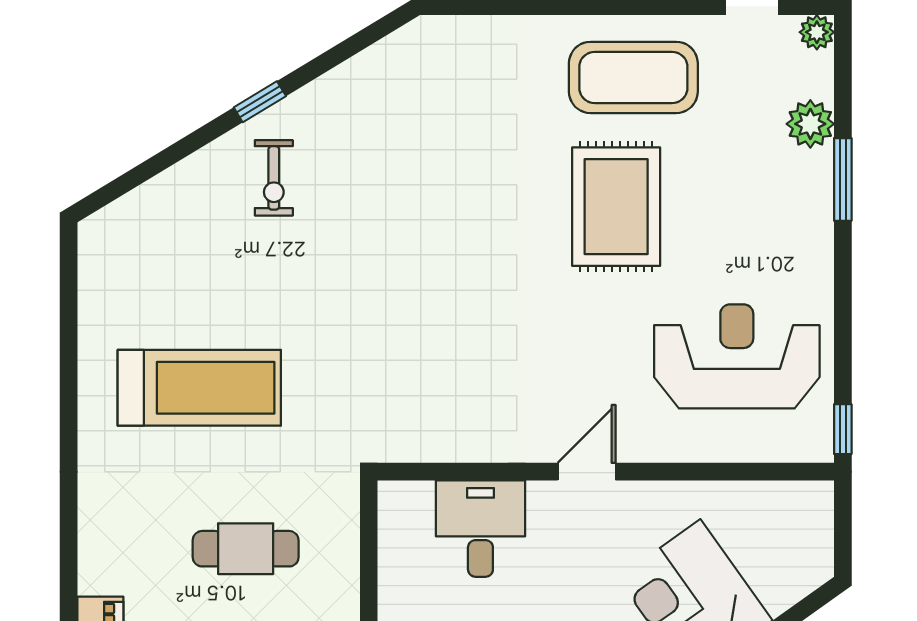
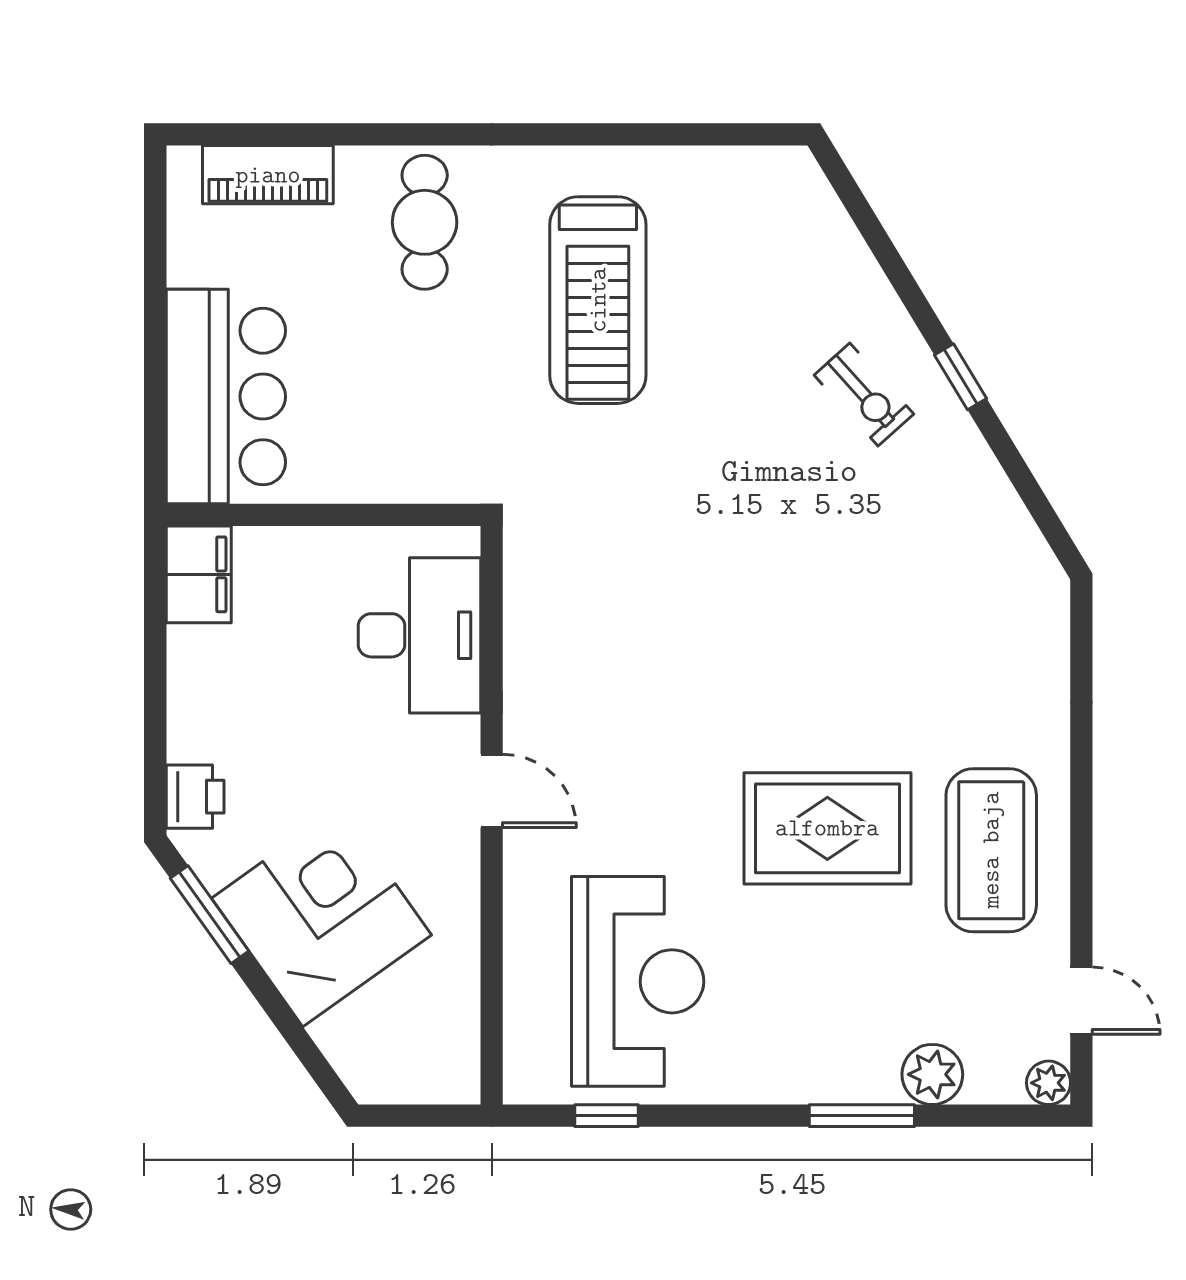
exercise bike: (274, 178) -> (864, 394), turned -132
window: (843, 429) -> (607, 1116), moved
desk: (480, 529) -> (419, 635), width x1.37
cafe table: (246, 549) -> (425, 222), moved

